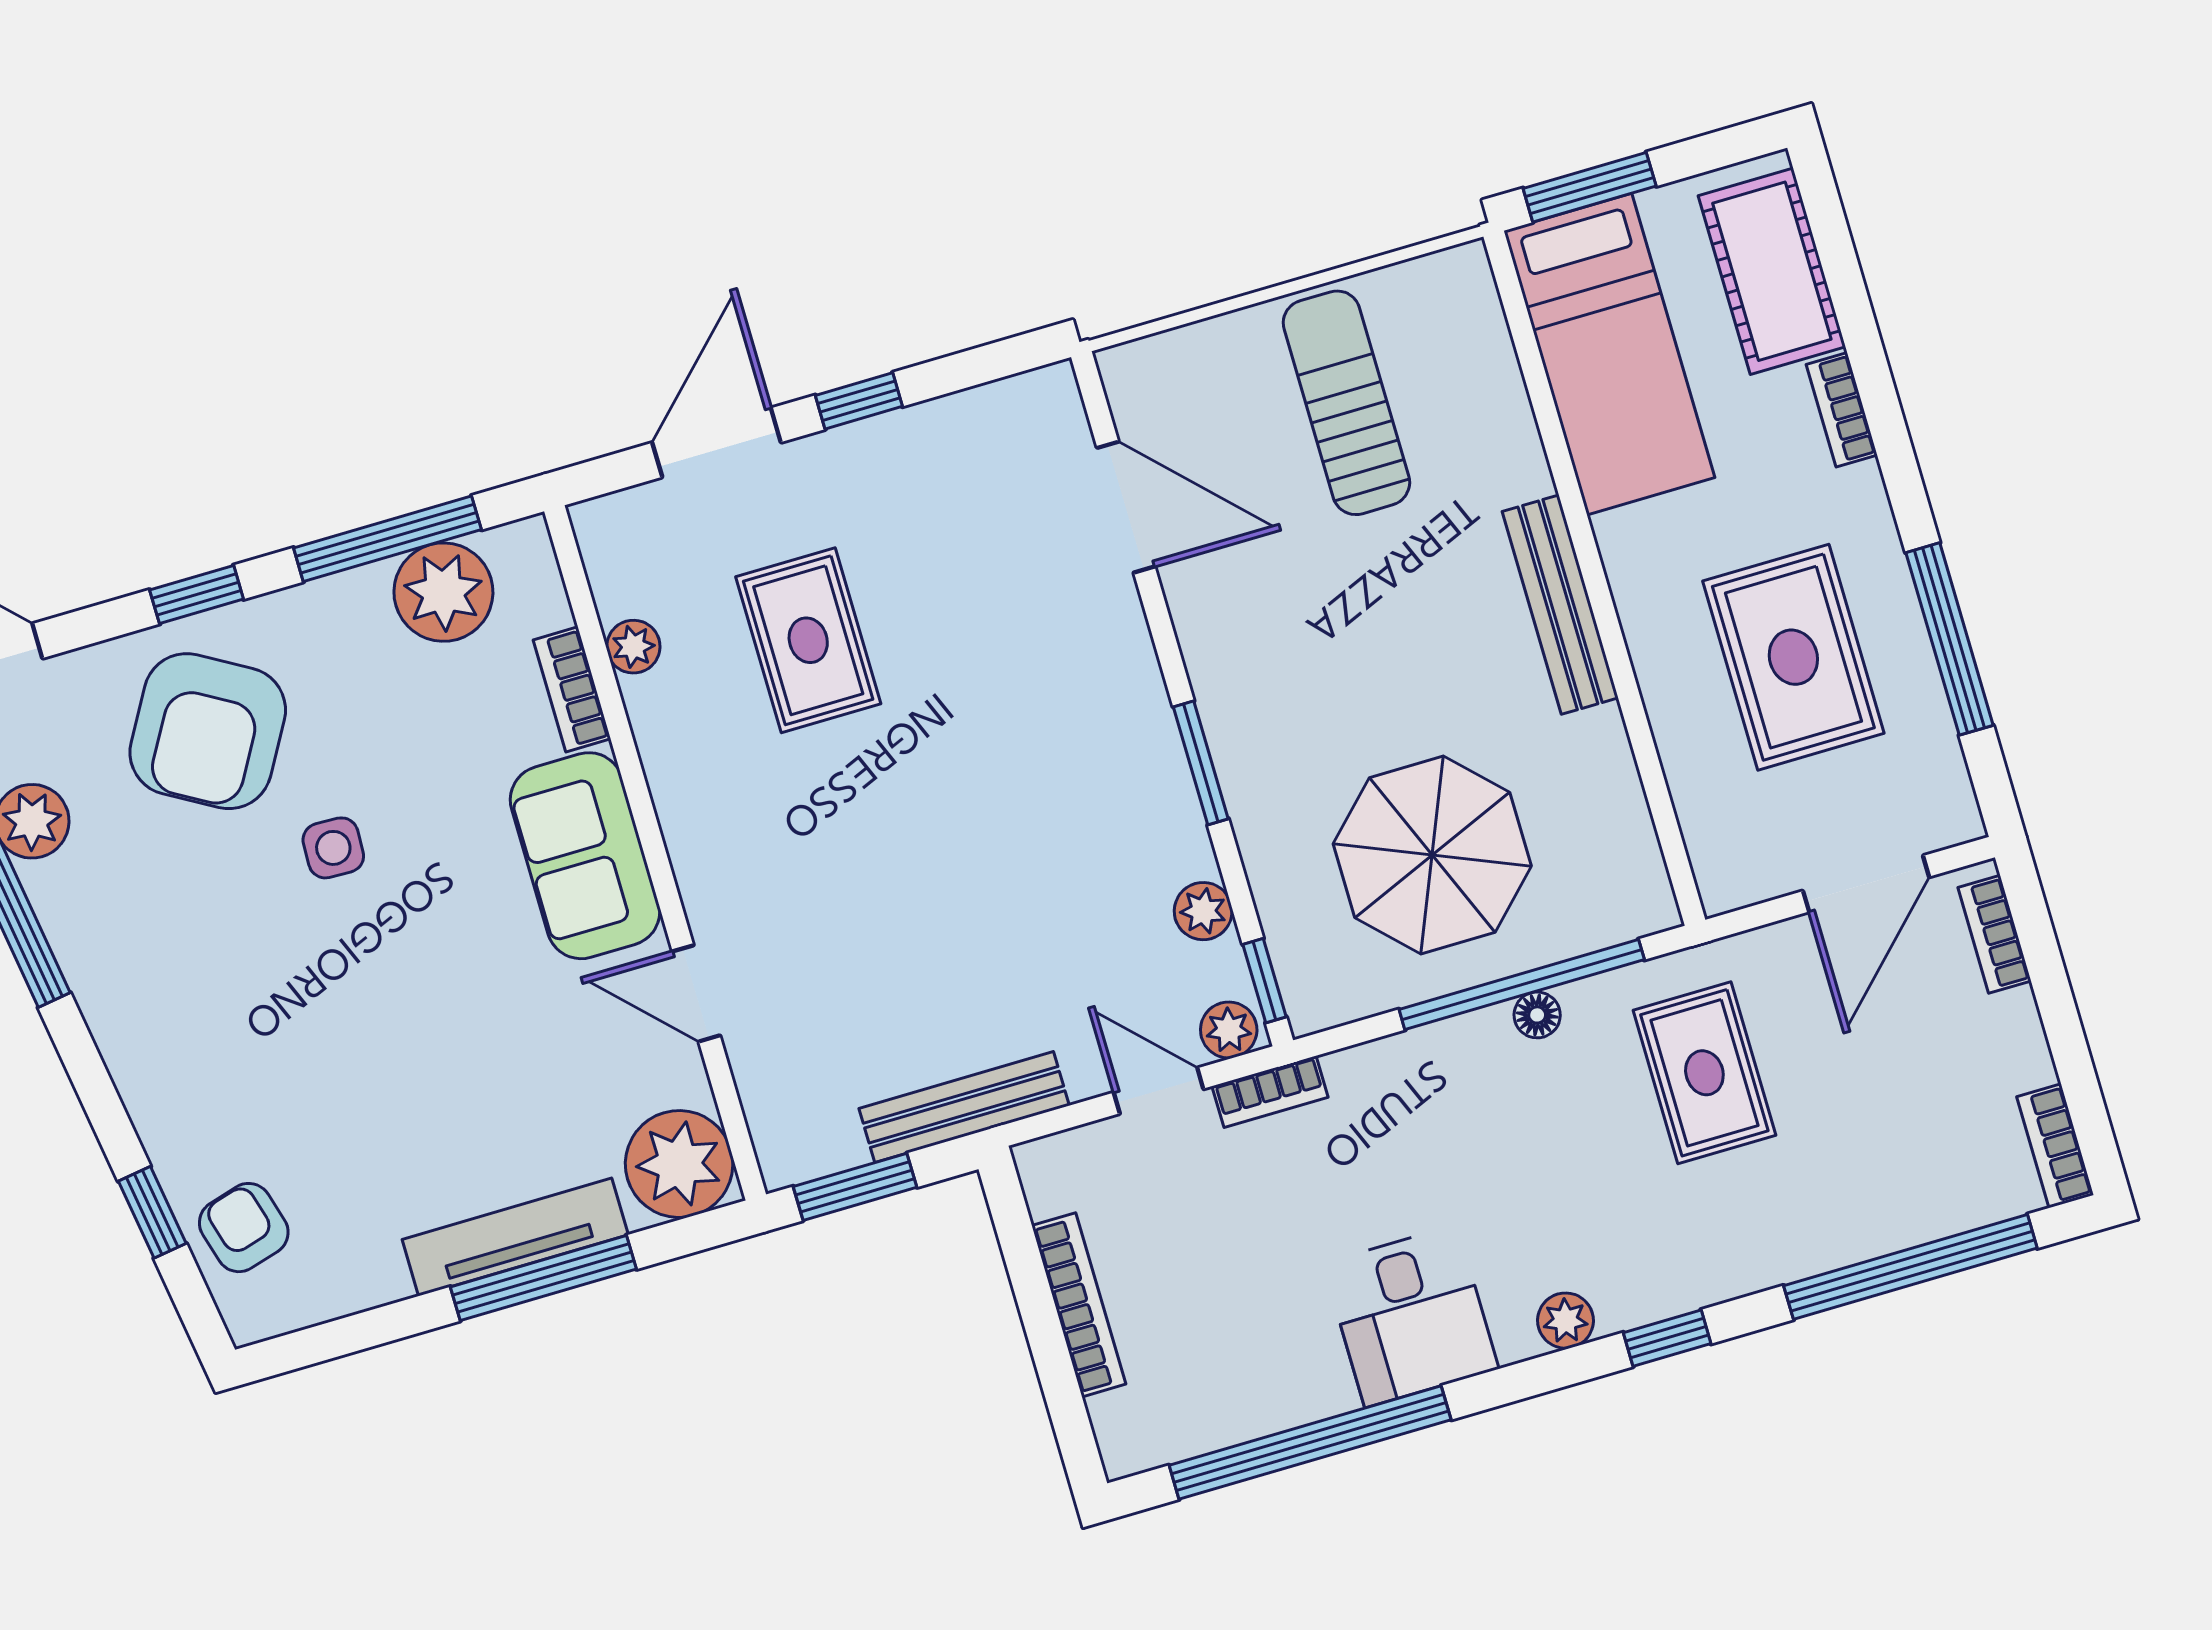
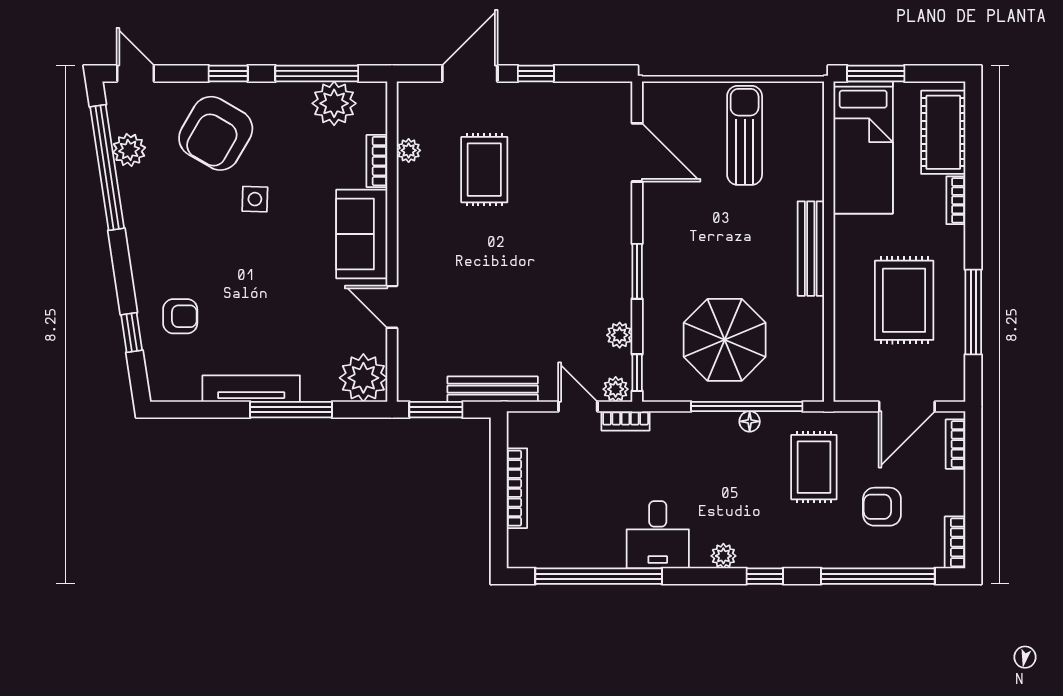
armchair: (1876, 1115) -> (882, 507), added
armchair: (244, 1228) -> (180, 316), moved, turned 106
tv unit: (515, 1237) -> (251, 389), moved

